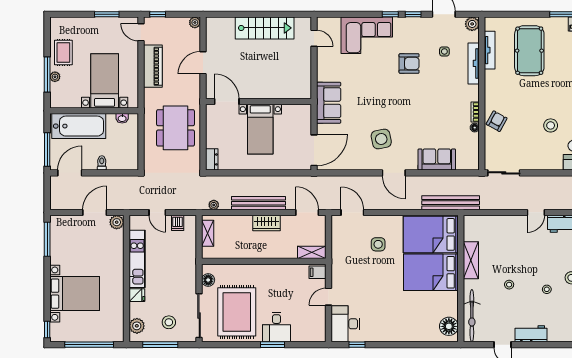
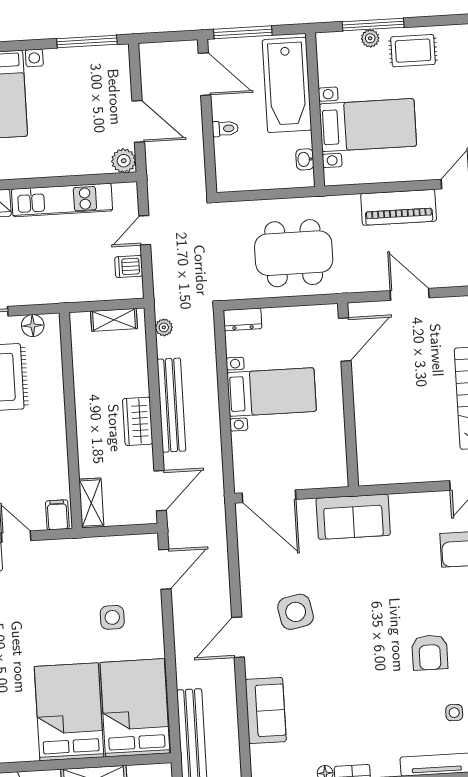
bed with nightstands: (260, 129) -> (272, 392), moved, turned 180

